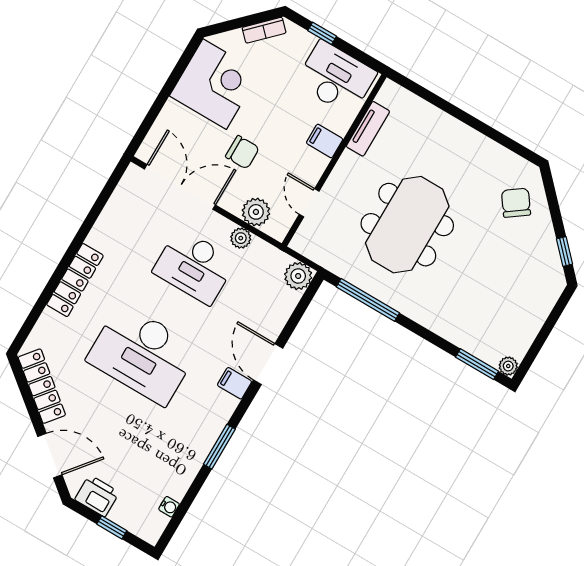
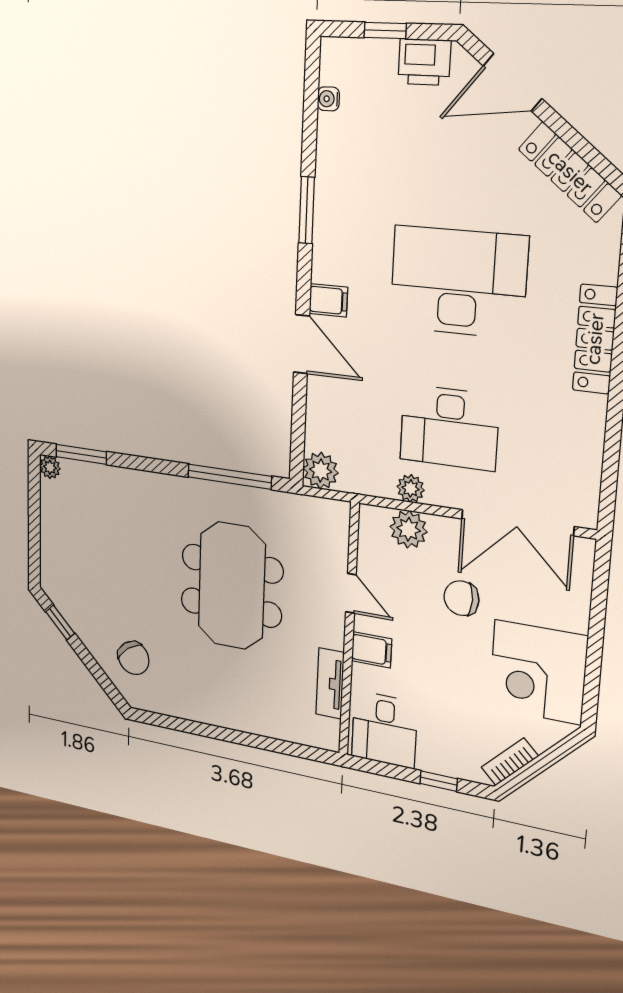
desk: (336, 78) -> (384, 729), width x0.73
door: (309, 203) -> (351, 593), moved
desk: (194, 266) -> (449, 427), turned 180

